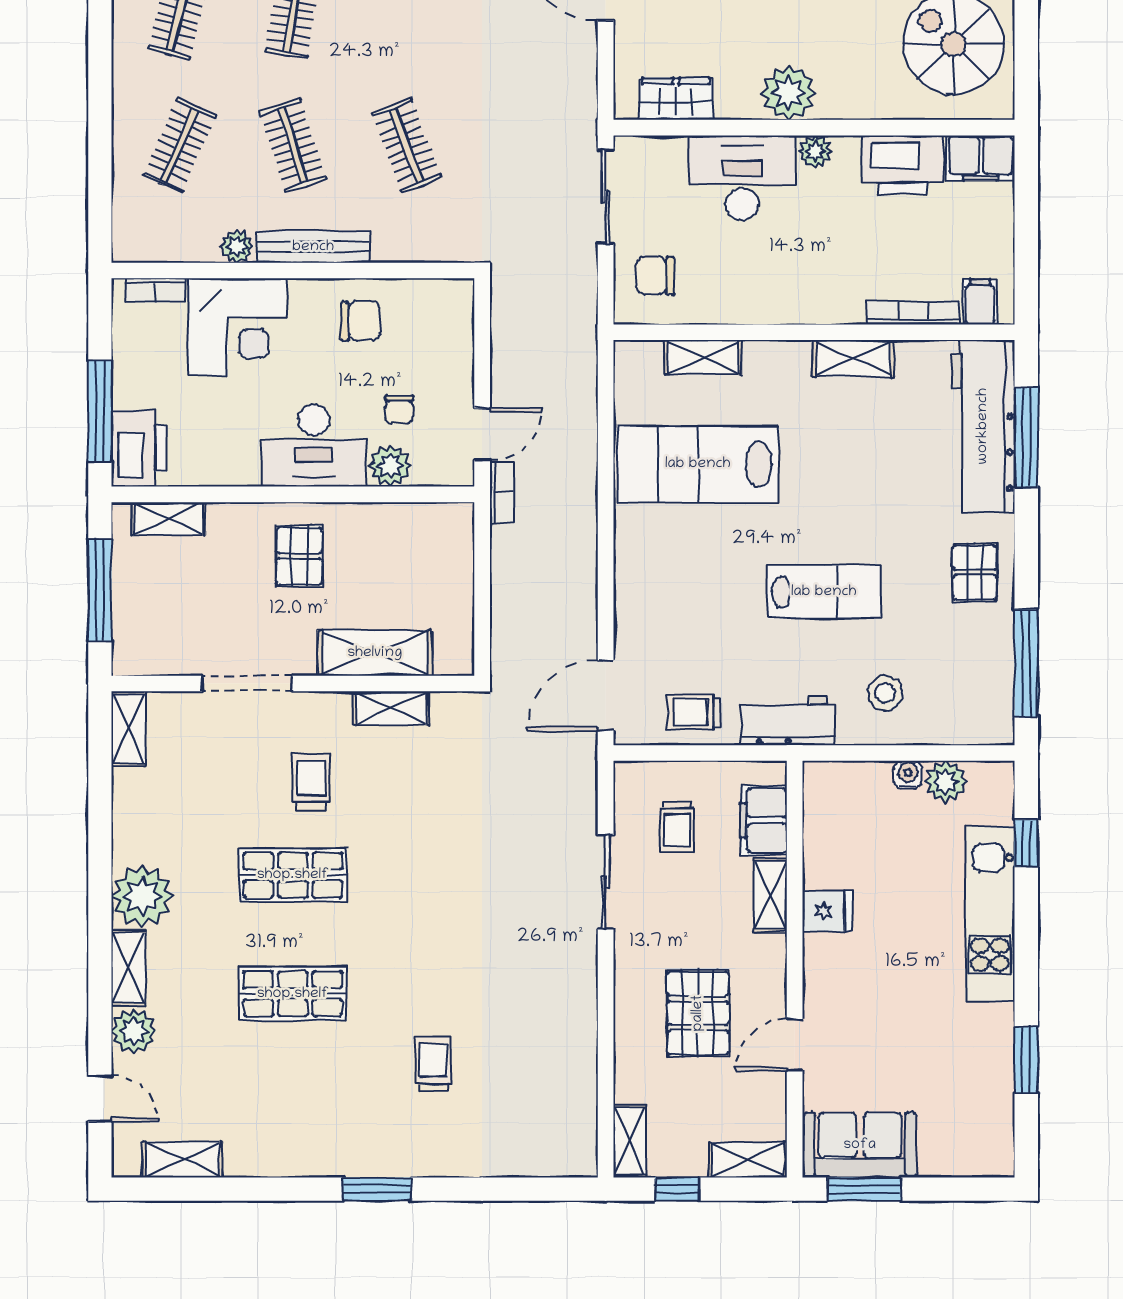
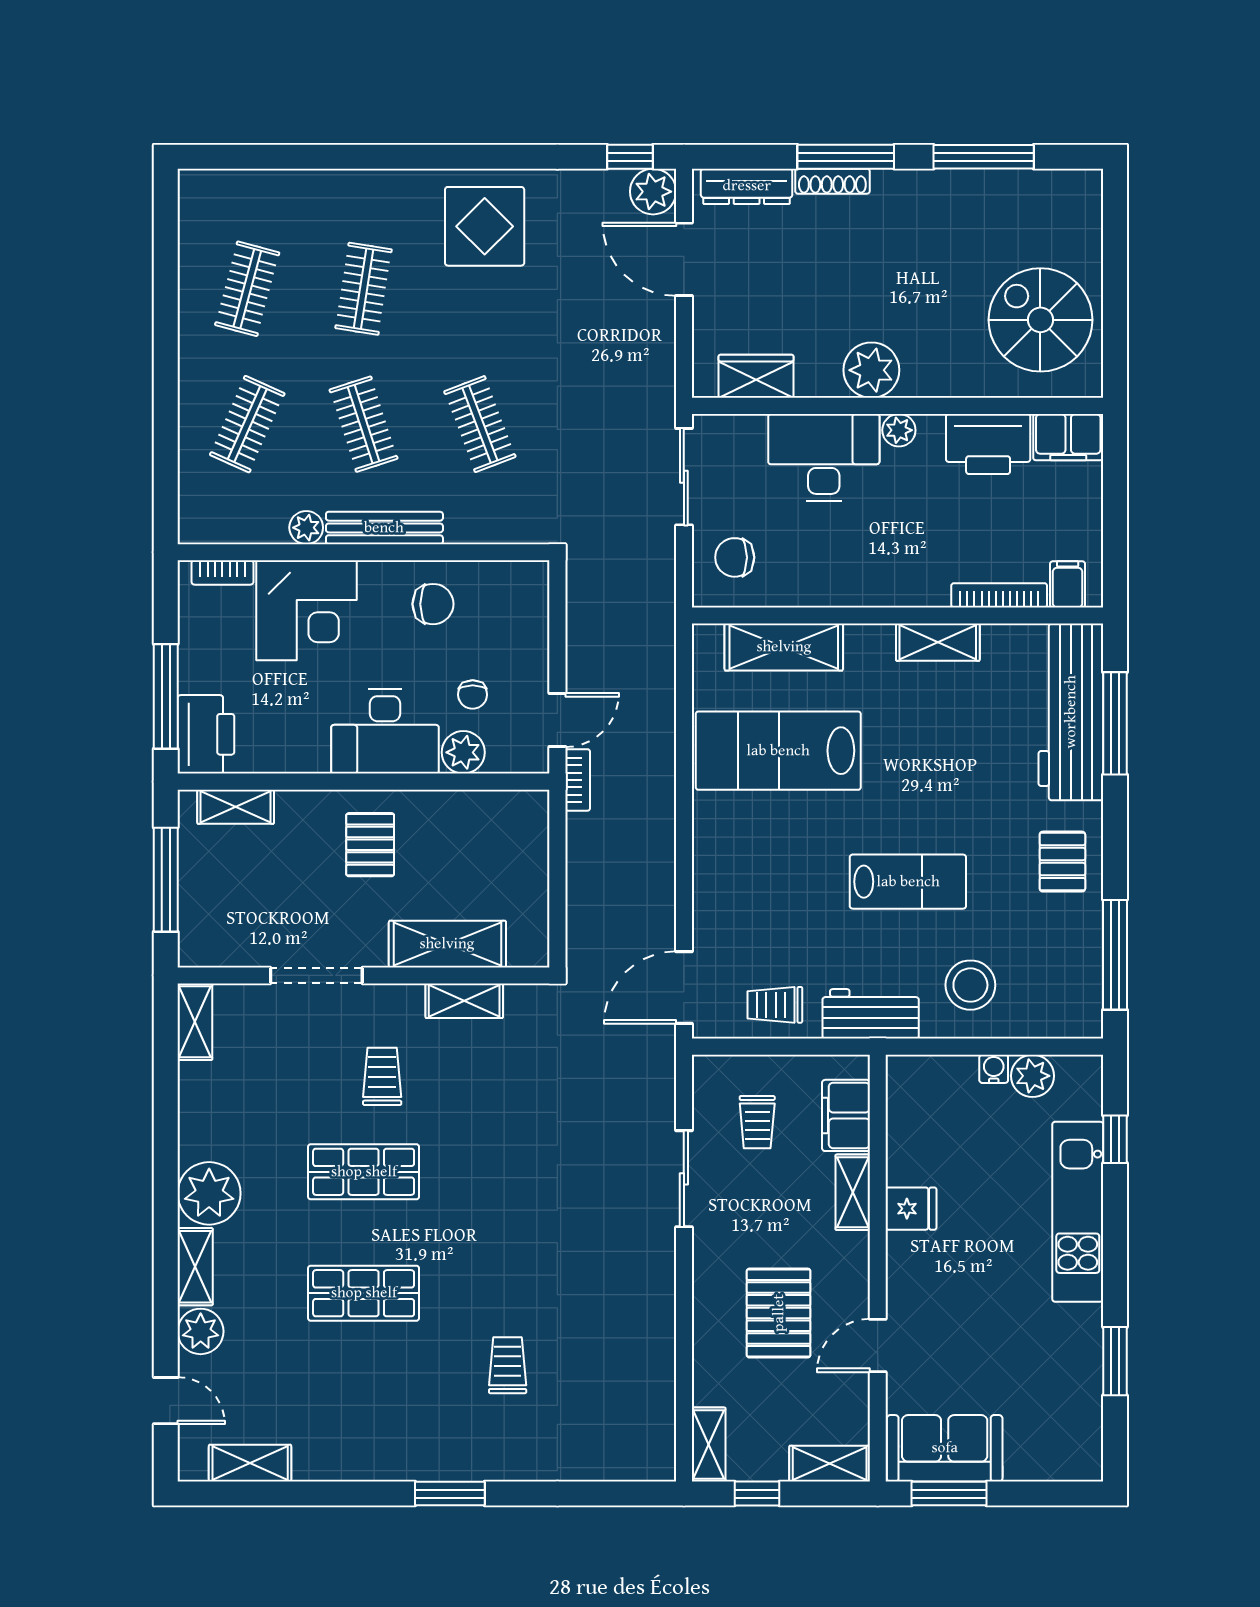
shelving: (703, 357) -> (784, 647), width x1.50, depth x1.33
stool: (885, 693) -> (970, 985), width x1.38, depth x1.38

